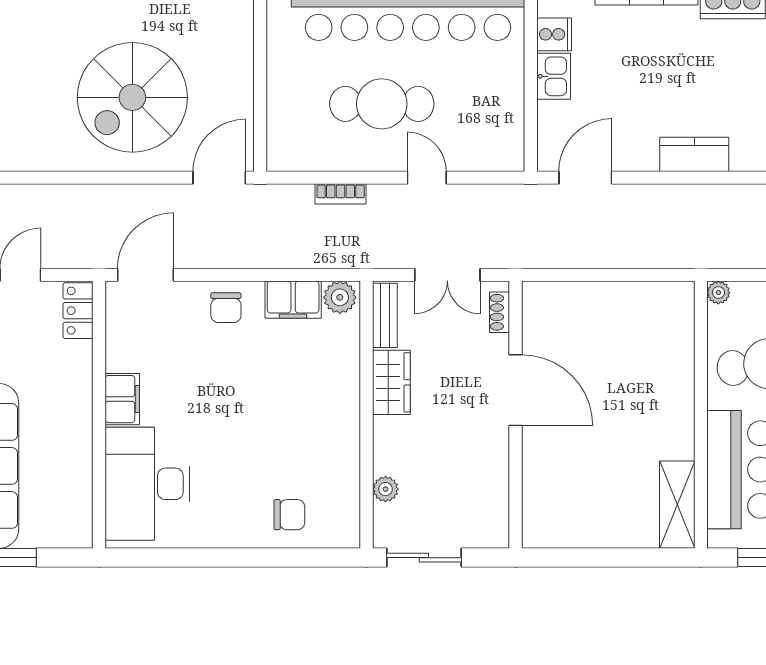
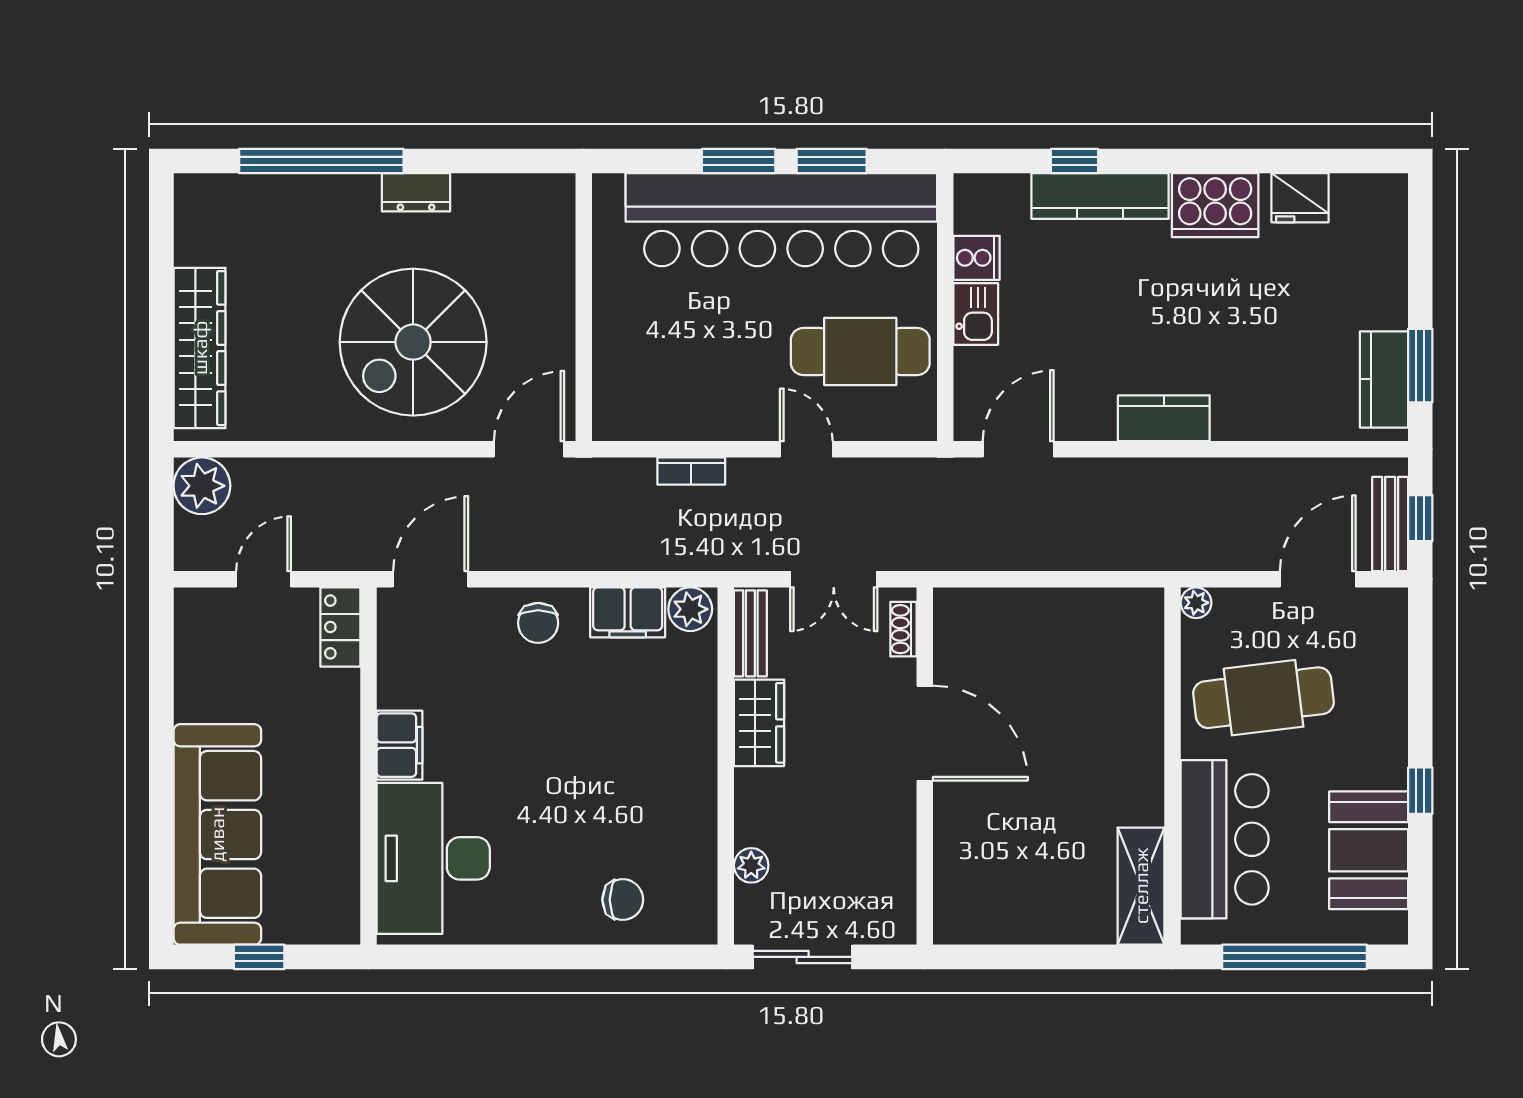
cafe table: (382, 104) -> (860, 351), moved

